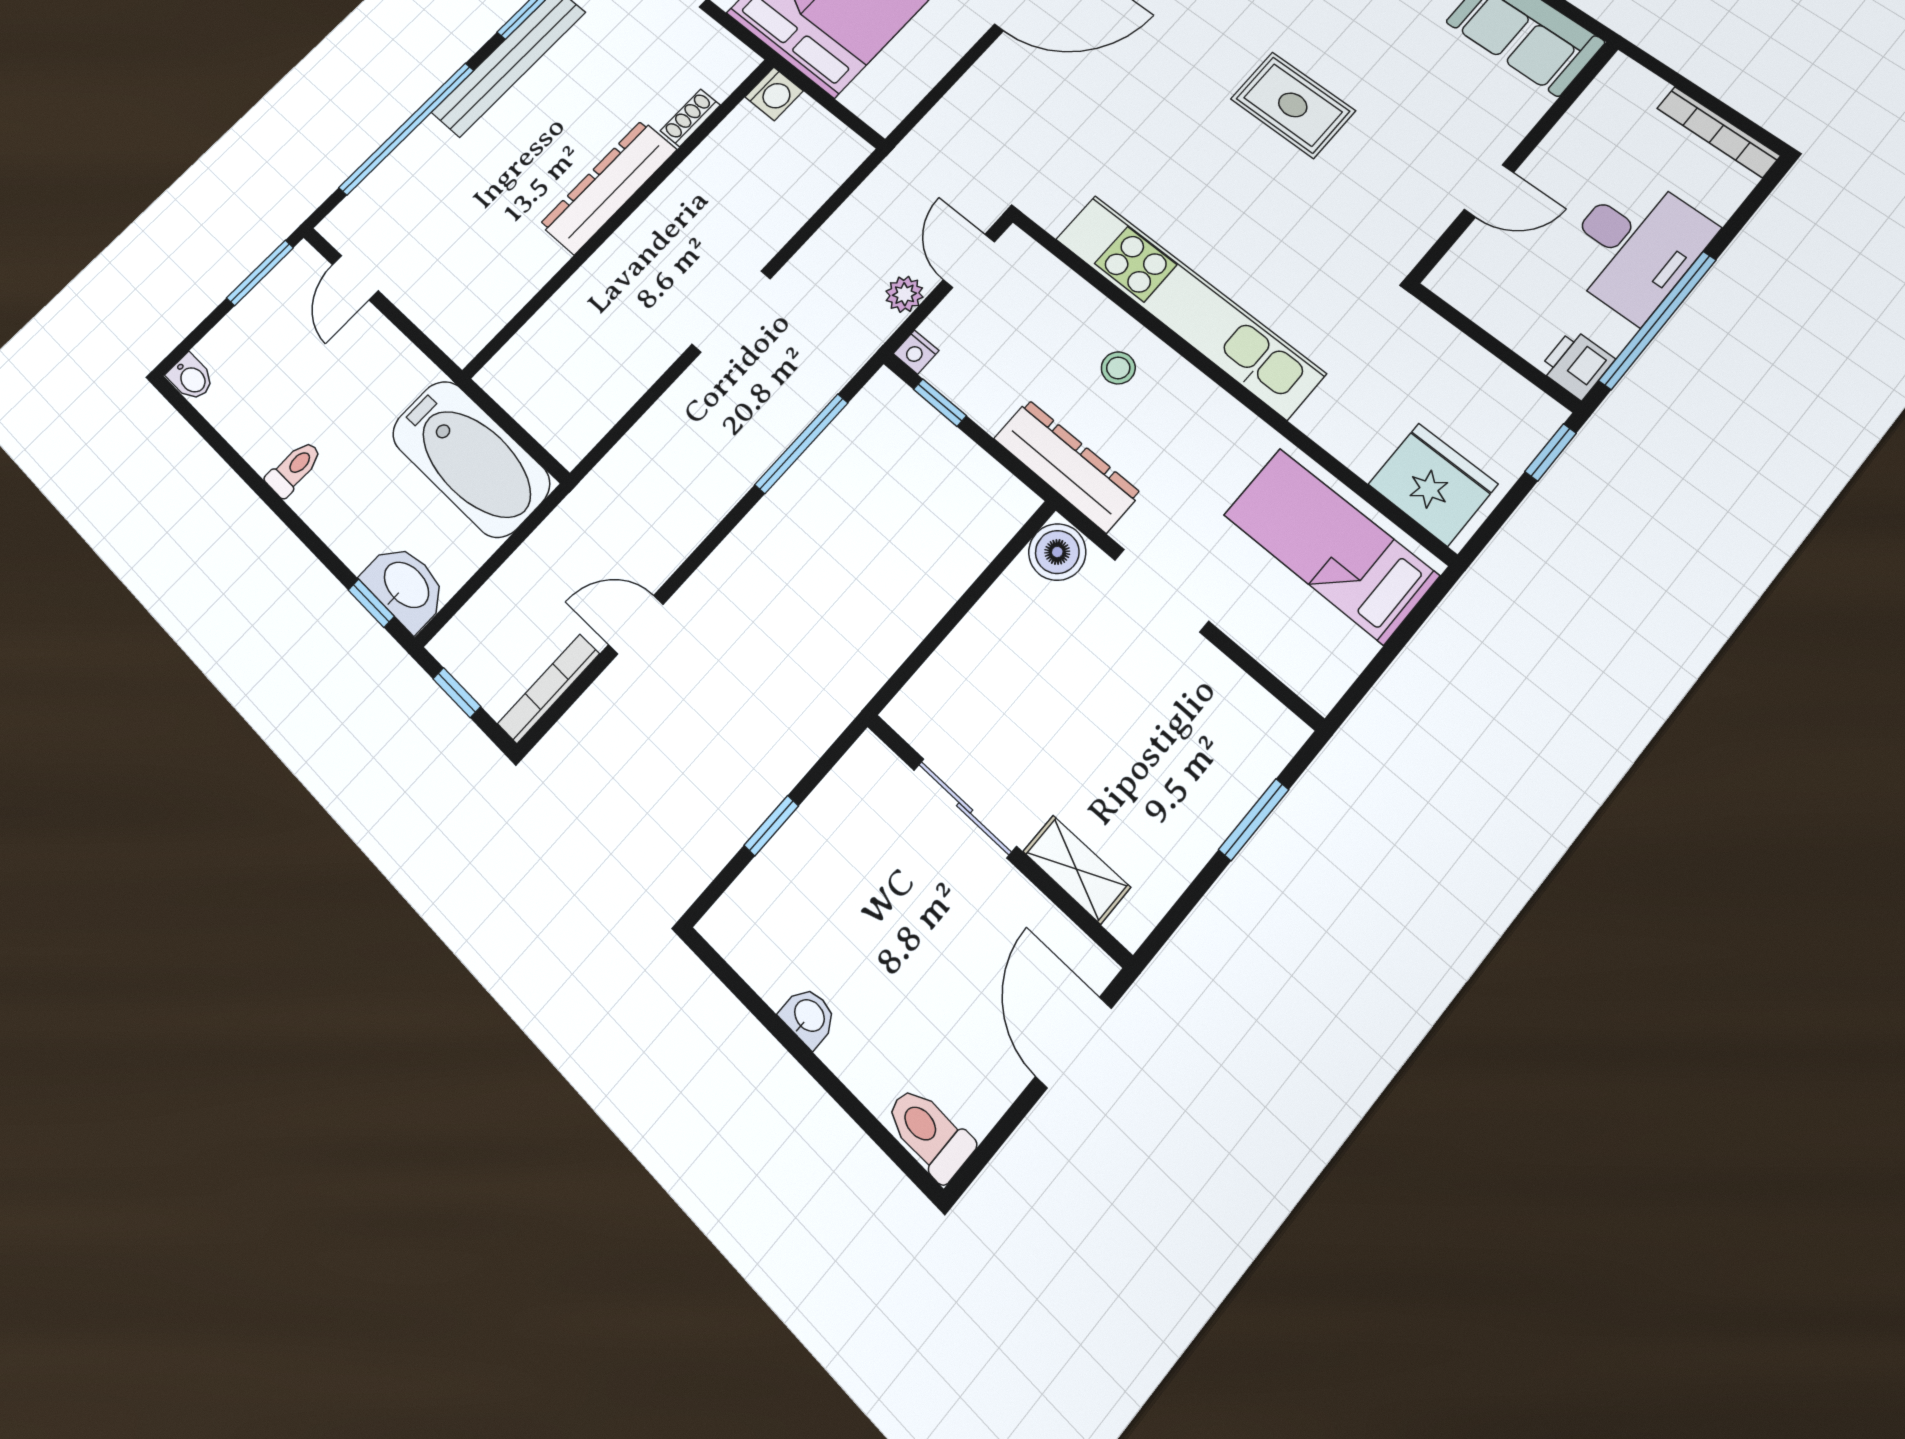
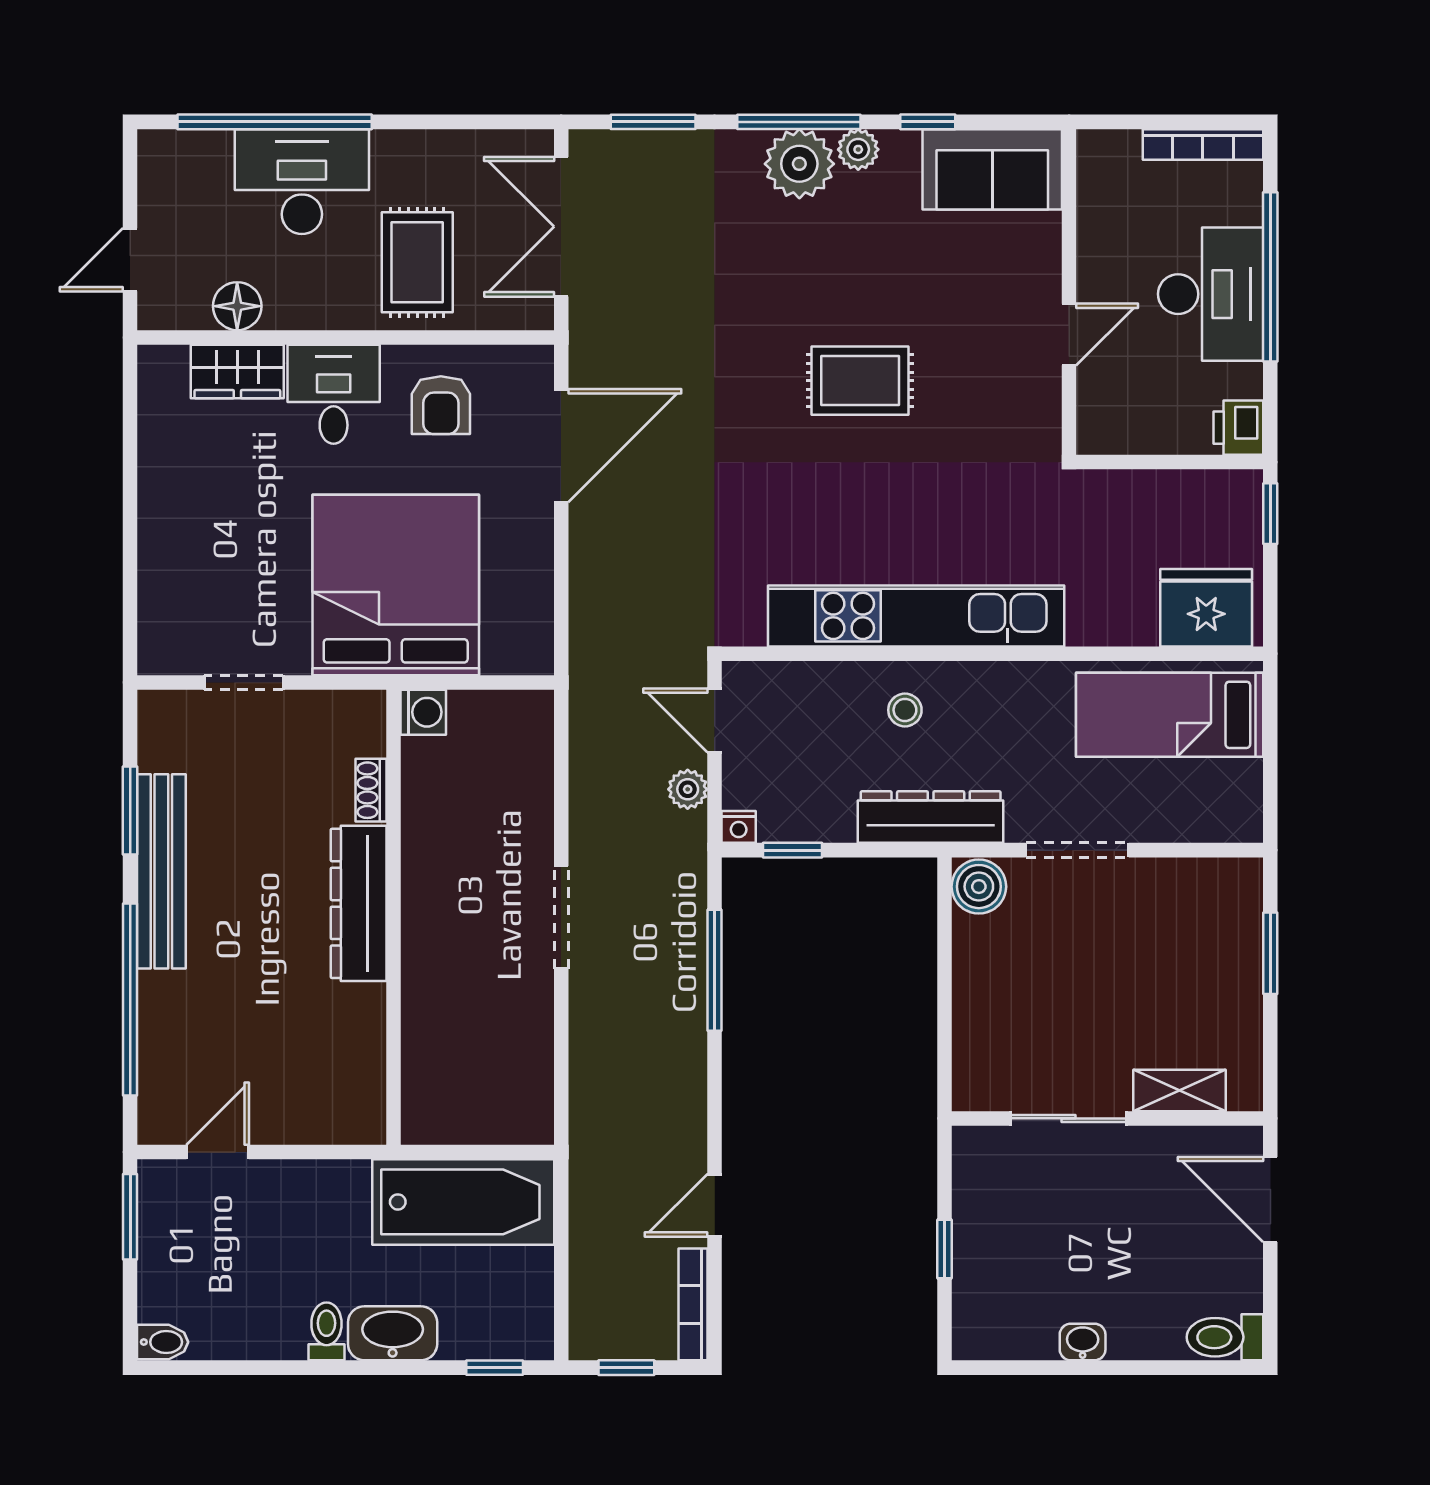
door: (355, 278) -> (218, 1152), swing flipped
window: (1658, 320) -> (1270, 277), moved
washbasin: (405, 586) -> (393, 1333), moved

